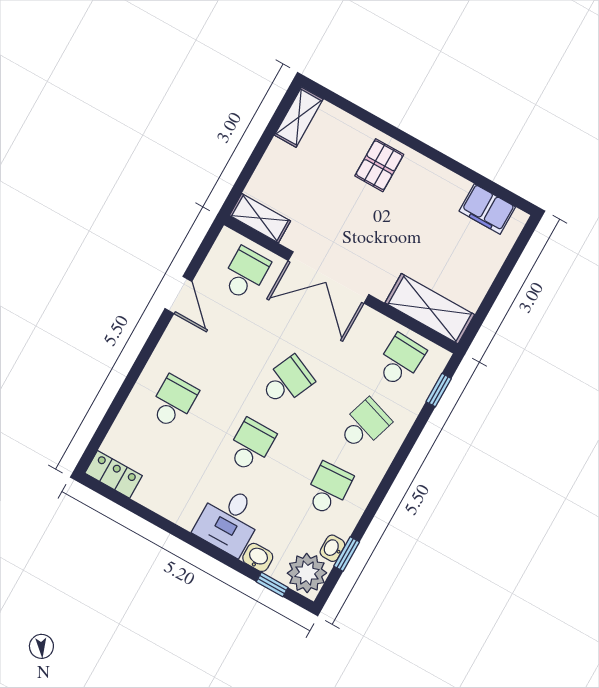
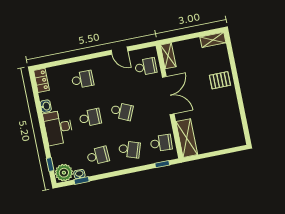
filing cabinet: (487, 209) -> (236, 129), removed
double door: (329, 277) -> (168, 96), swing flipped
door: (178, 295) -> (119, 51), hinge flipped
desk: (229, 520) -> (58, 127), width x1.37
washbasin: (258, 557) -> (46, 106), moved

